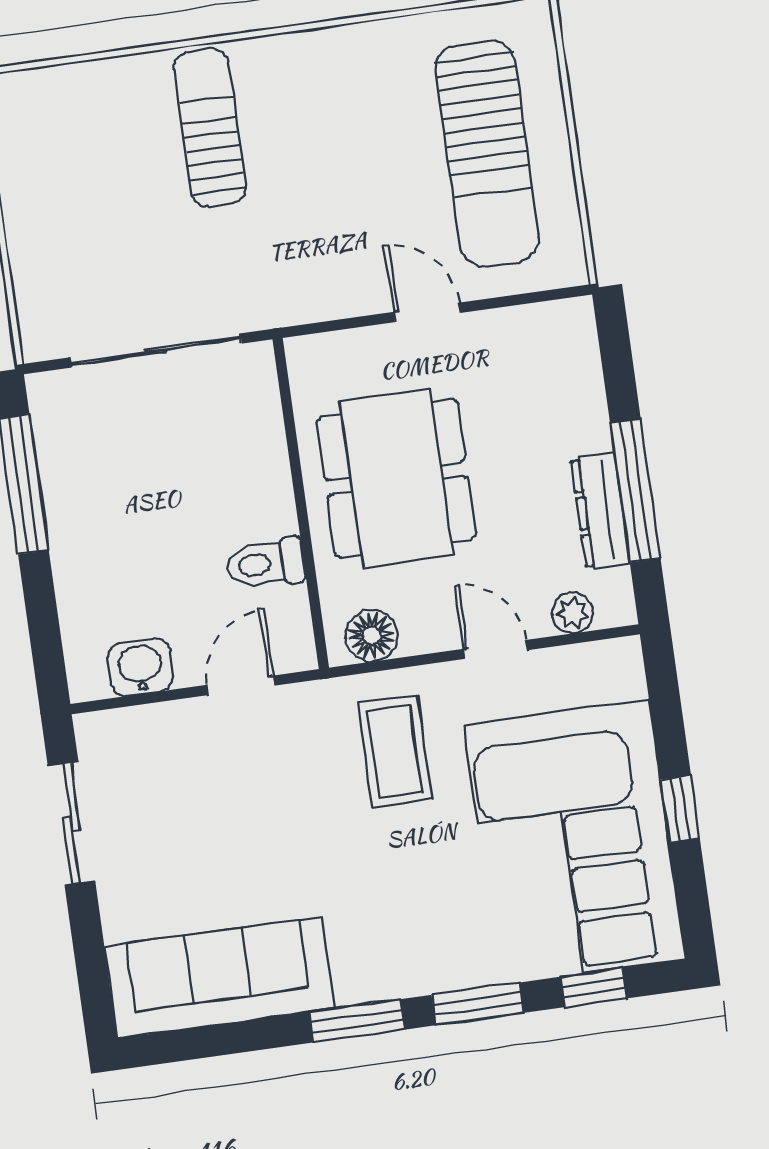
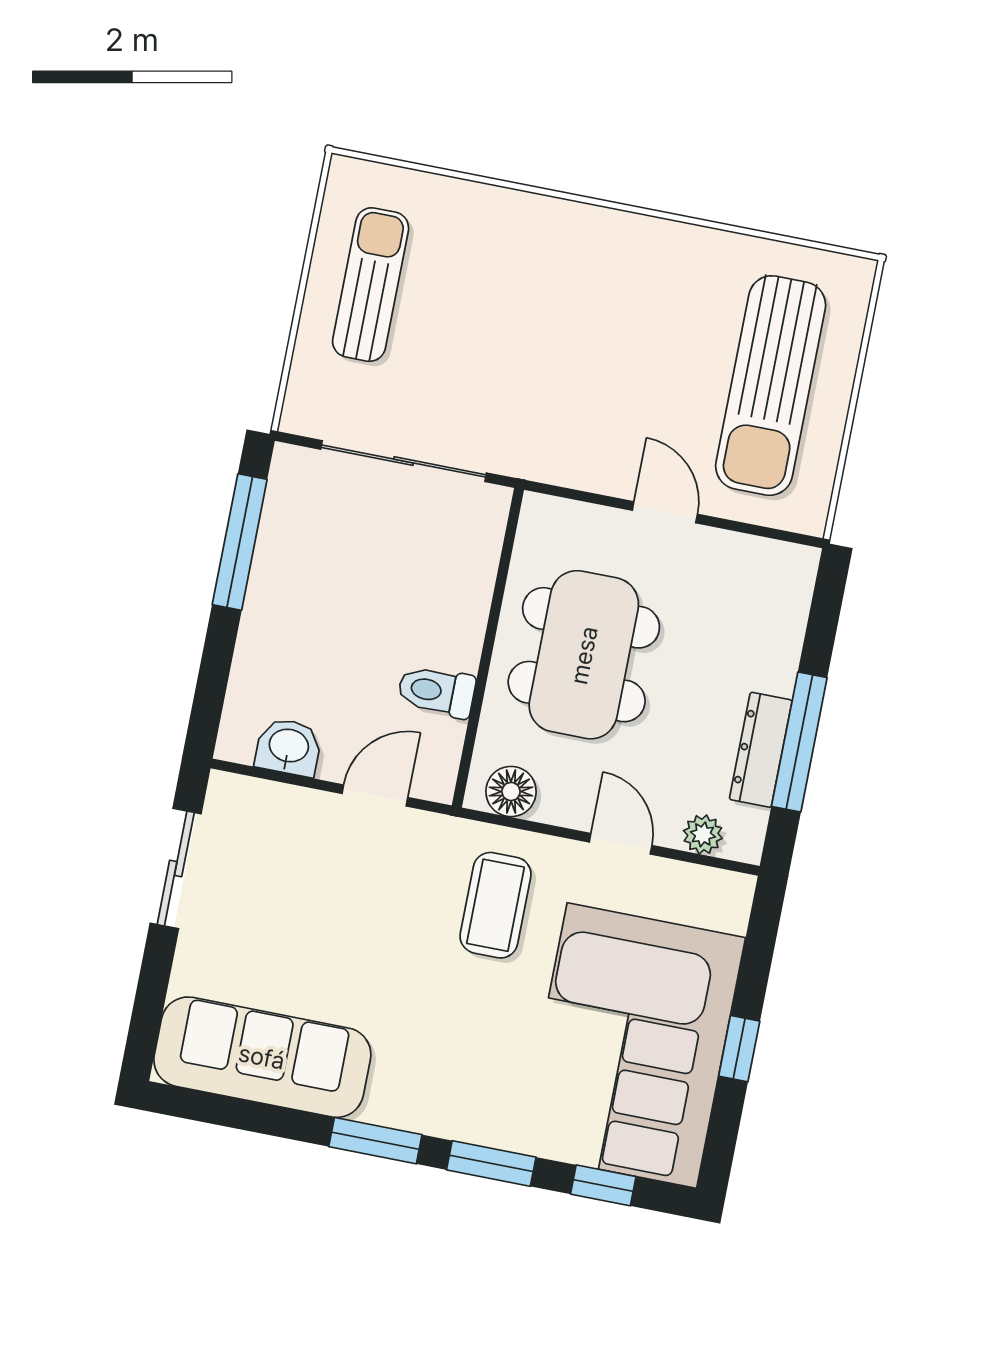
sun lounger: (210, 128) -> (371, 285), moved

